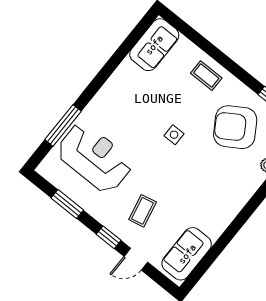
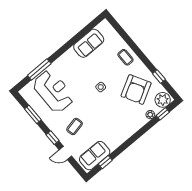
sofa: (154, 45) -> (89, 43), moved
armchair: (235, 127) -> (136, 89), turned -87
window: (207, 261) -> (105, 162), added

